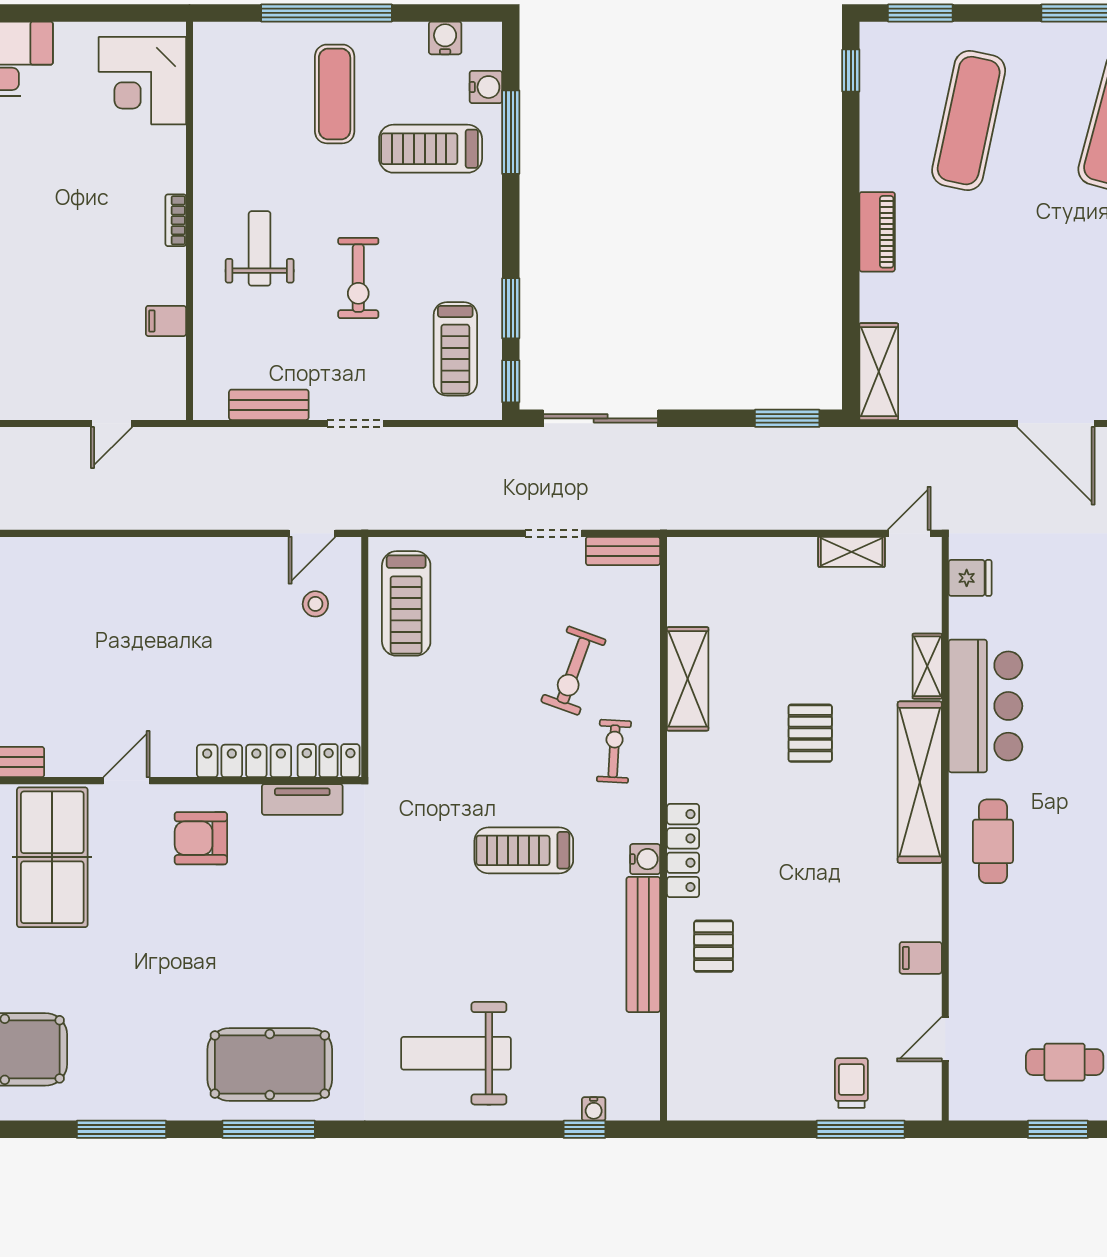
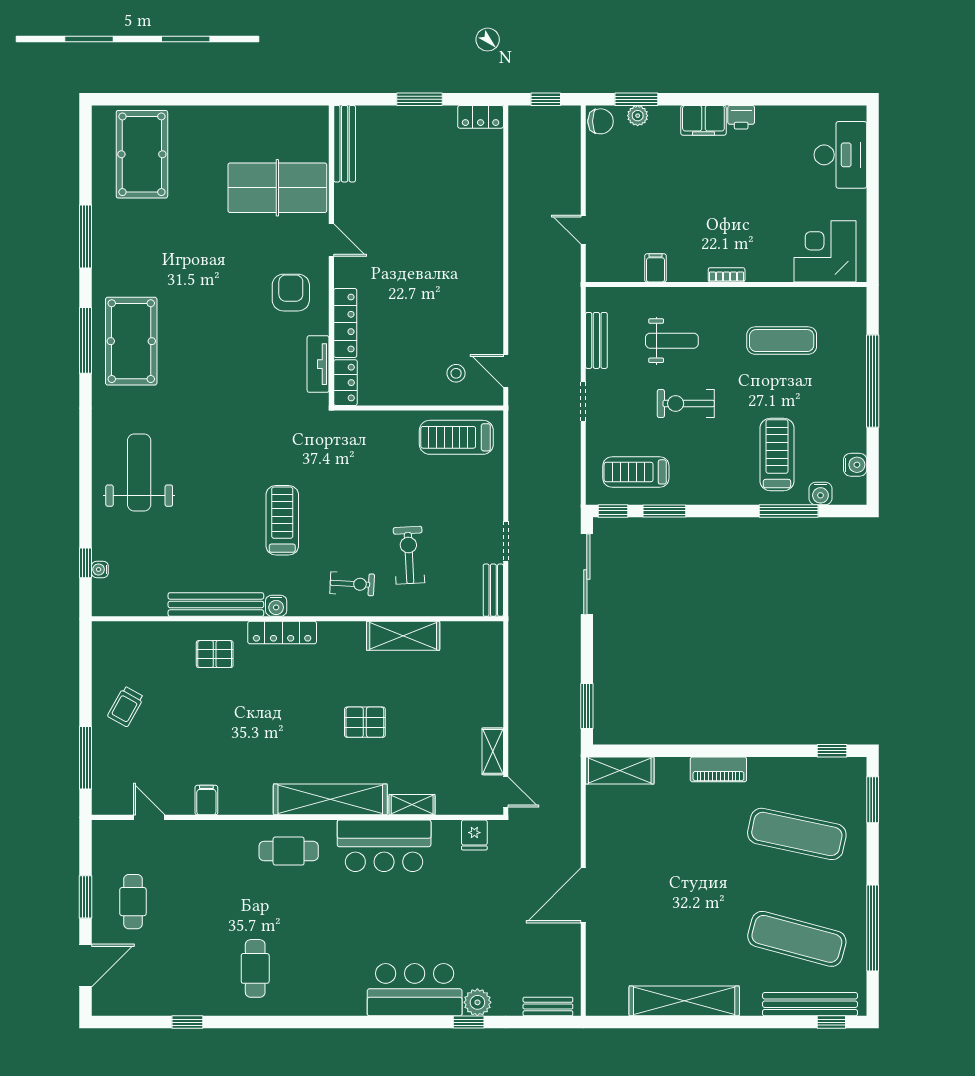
exercise mat: (335, 94) -> (782, 341), moved
weight bench: (260, 248) -> (672, 341), moved
exercise bike: (573, 671) -> (409, 555), turned 67
trolley: (851, 1083) -> (126, 707), moved, turned 119

